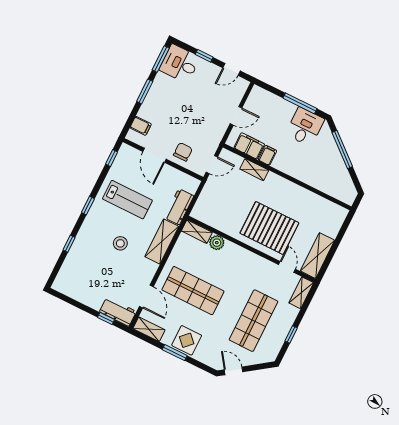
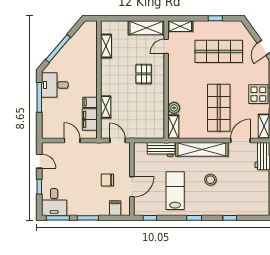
chair: (183, 152) -> (107, 180), moved
shelving: (320, 202) -> (106, 46), added
pallet: (269, 228) -> (144, 74), width x0.49, depth x0.50
shelving: (162, 242) -> (202, 149), width x1.47

